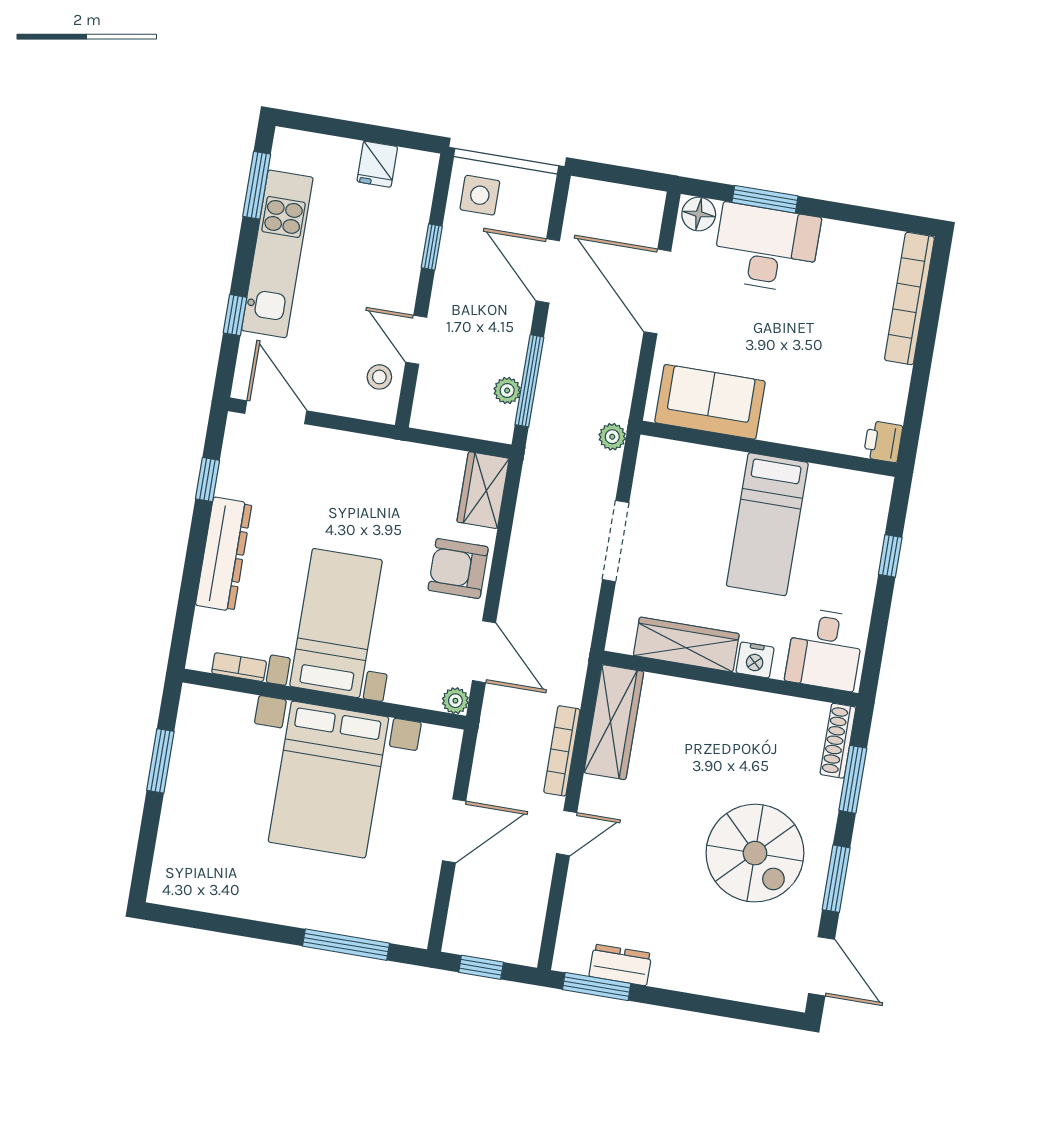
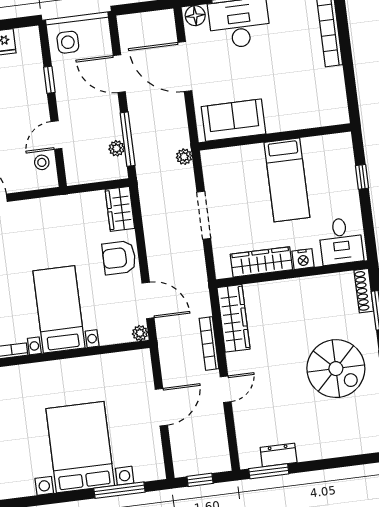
door: (416, 340) -> (56, 135), hinge flipped
printer: (883, 442) -> (338, 113), removed
bed with nightstands: (328, 780) -> (80, 447), moved, turned 180

